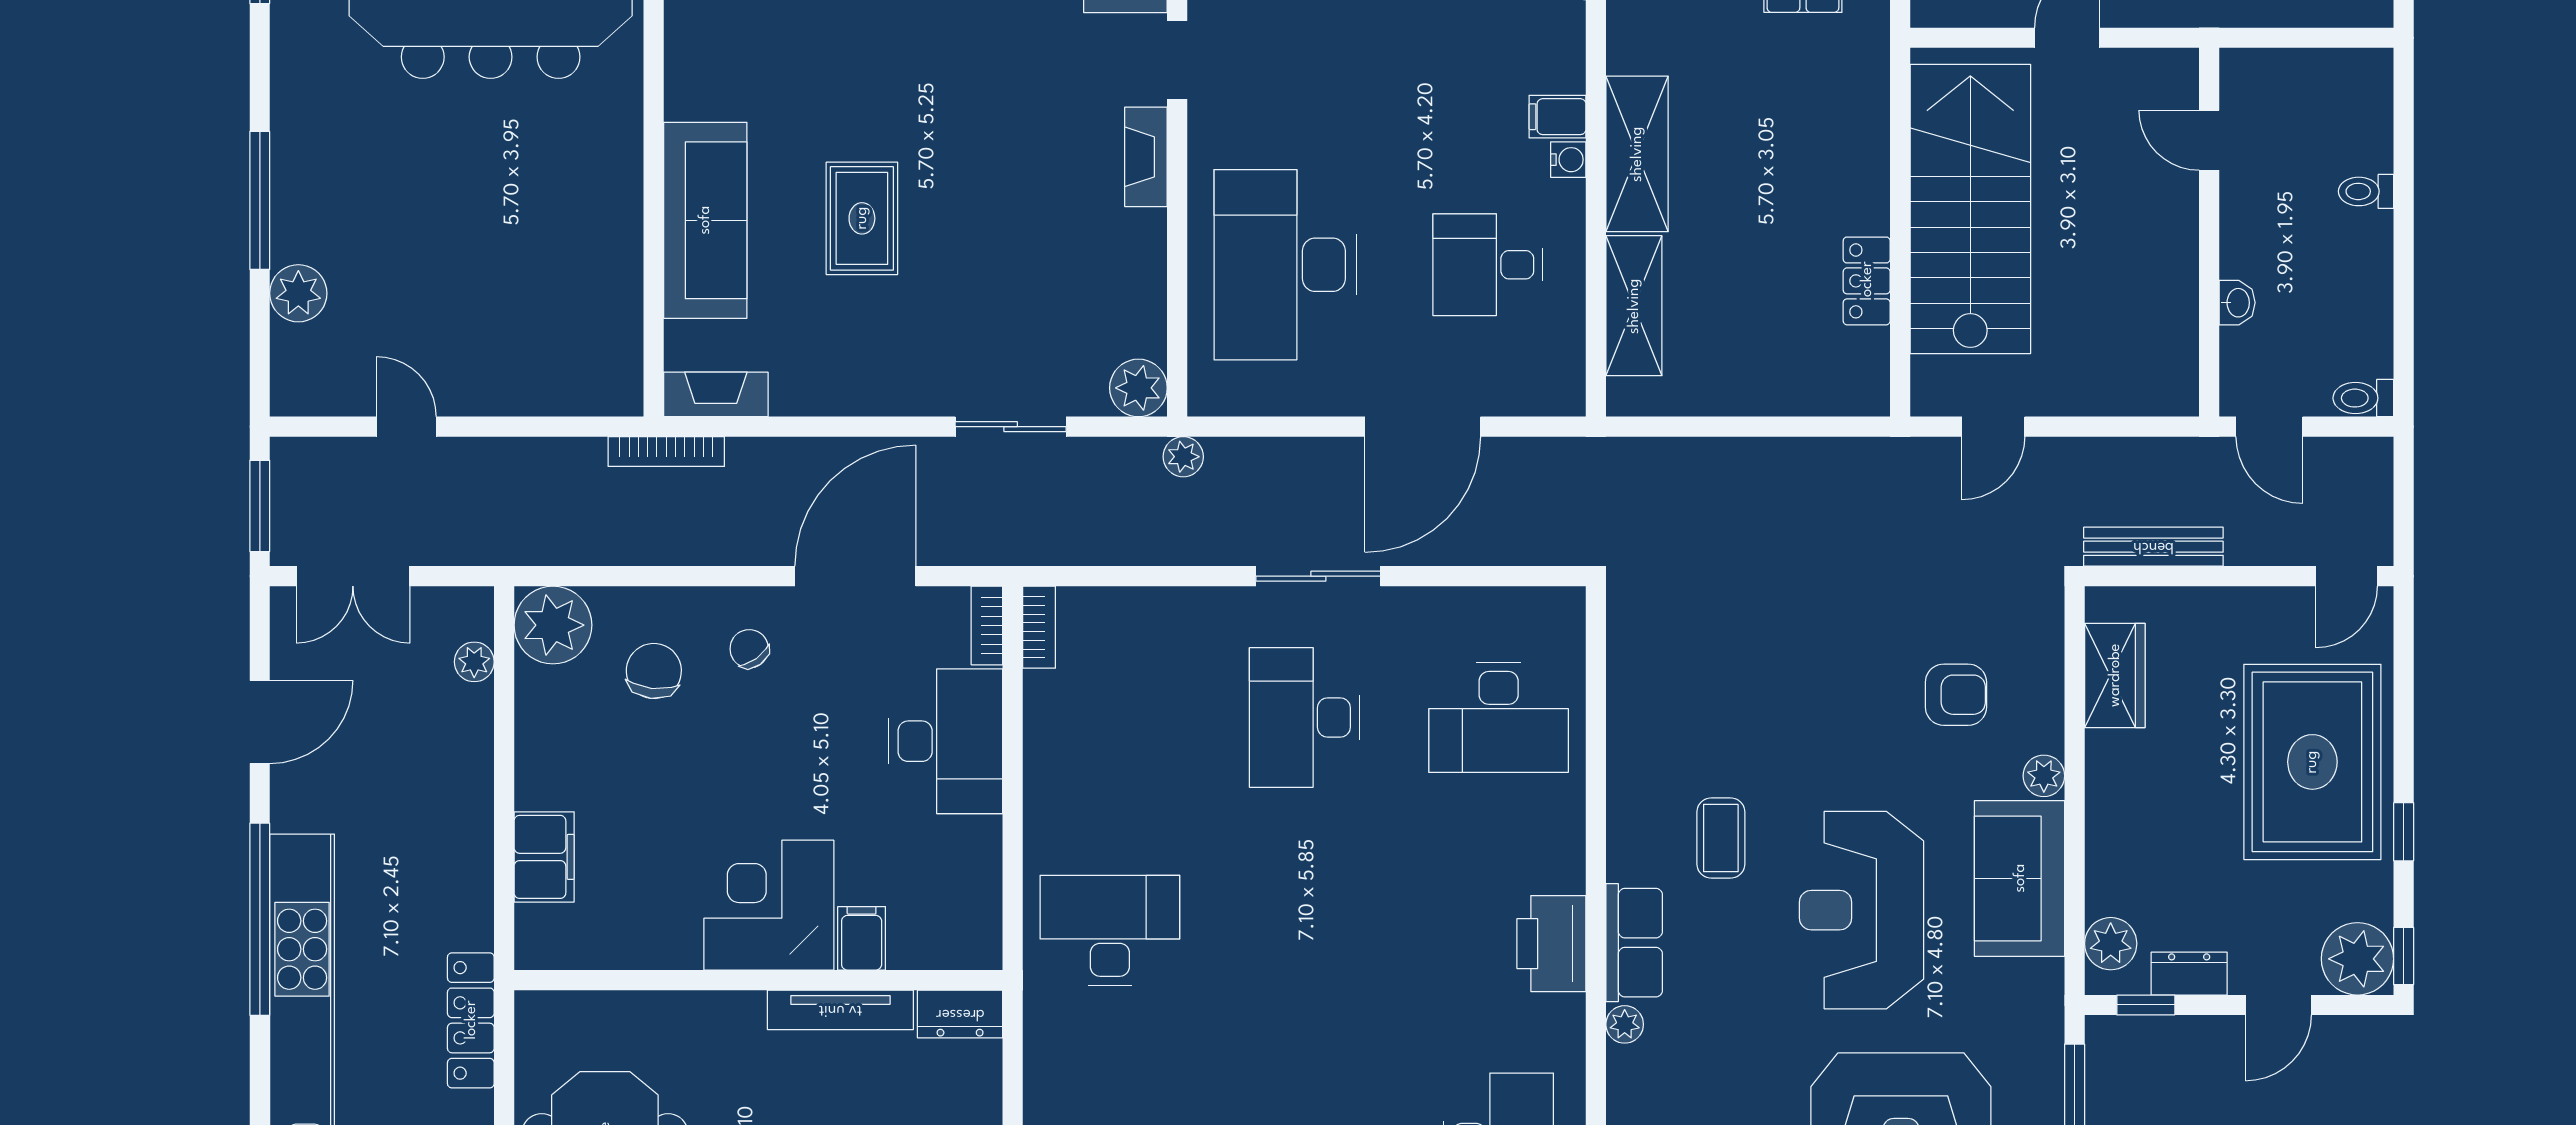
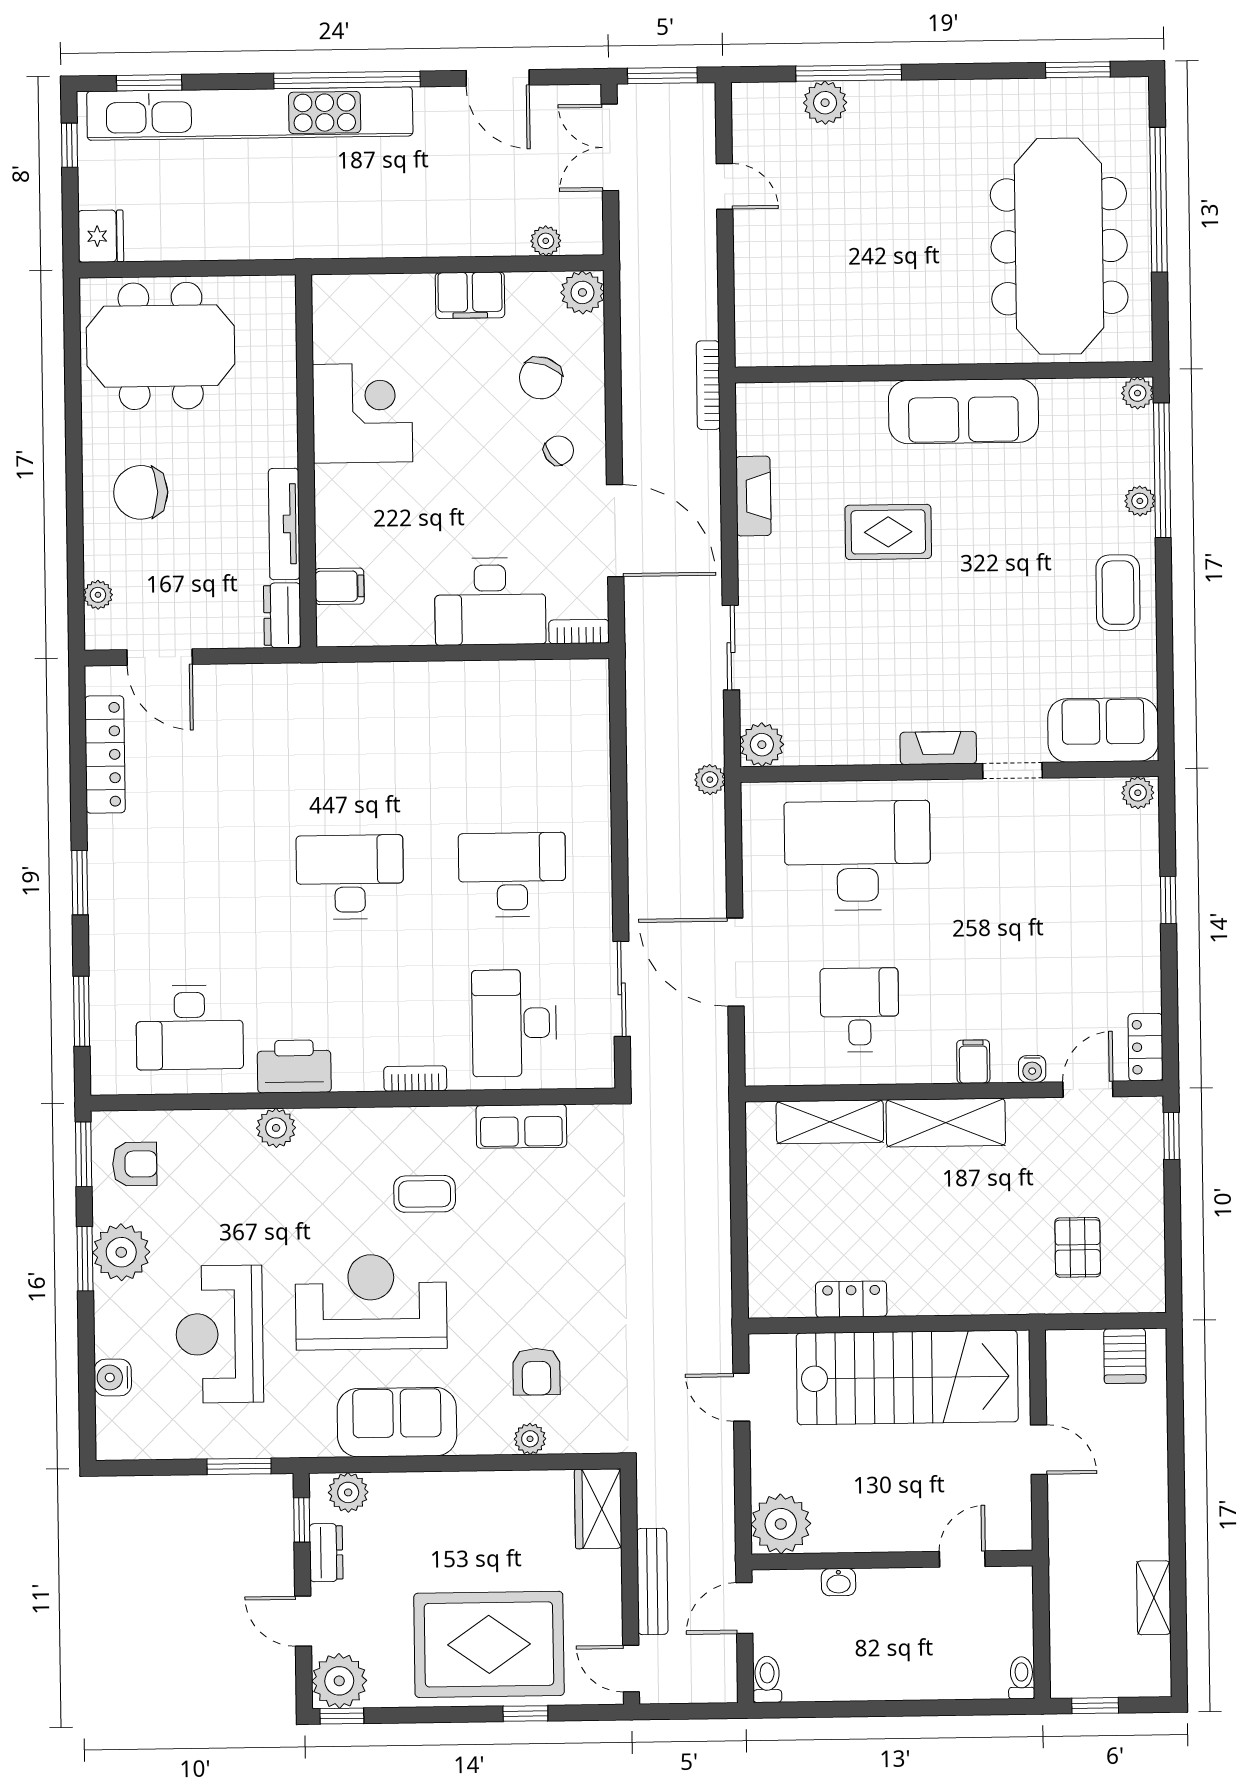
water cooler: (1568, 160) -> (1032, 1069), moved
toilet: (2366, 191) -> (1022, 1678), moved
window: (260, 200) -> (849, 73), moved
sofa: (705, 220) -> (963, 411), moved
plant: (2160, 377) -> (781, 1524), added
fireplace: (716, 394) -> (753, 496), moved
door: (406, 427) -> (724, 186), hinge flipped
bench: (2153, 547) -> (652, 1581), moved
sliding door: (1318, 576) -> (622, 989), moved
plant: (553, 625) -> (582, 292), width x0.73, depth x0.73
bookcase: (1039, 627) -> (415, 1079), moved, turned 180
chair: (654, 671) -> (541, 378), turned 104
wardrobe: (2115, 675) -> (598, 1509), moved, turned 90
plant: (2044, 776) -> (530, 1439), moved
window: (2404, 832) -> (525, 1713), moved
filing cabinet: (544, 857) -> (470, 295), moved
corner desk: (769, 905) -> (362, 413), moved
desk: (1110, 930) -> (350, 877), moved, turned -90
filing cabinet: (862, 938) -> (340, 586), moved
row of seats: (1634, 943) -> (521, 1126), moved
printer: (1551, 944) -> (294, 1066), moved
locker: (471, 1020) -> (272, 242), removed
plant: (1625, 1024) -> (276, 1128), width x1.38, depth x1.38

